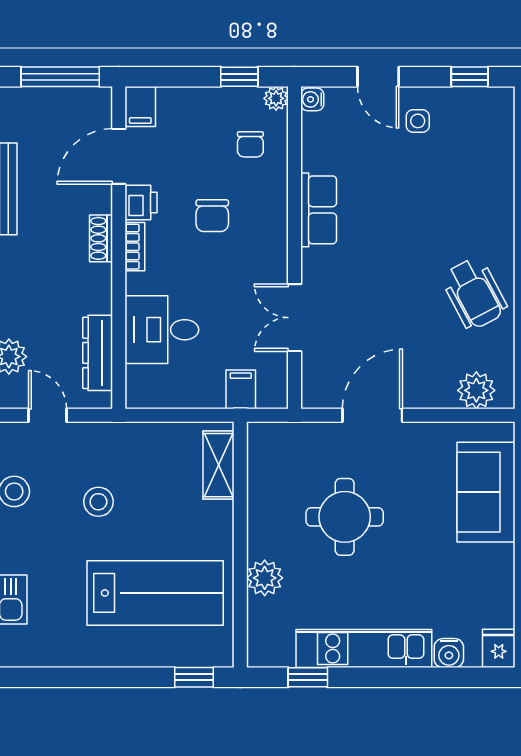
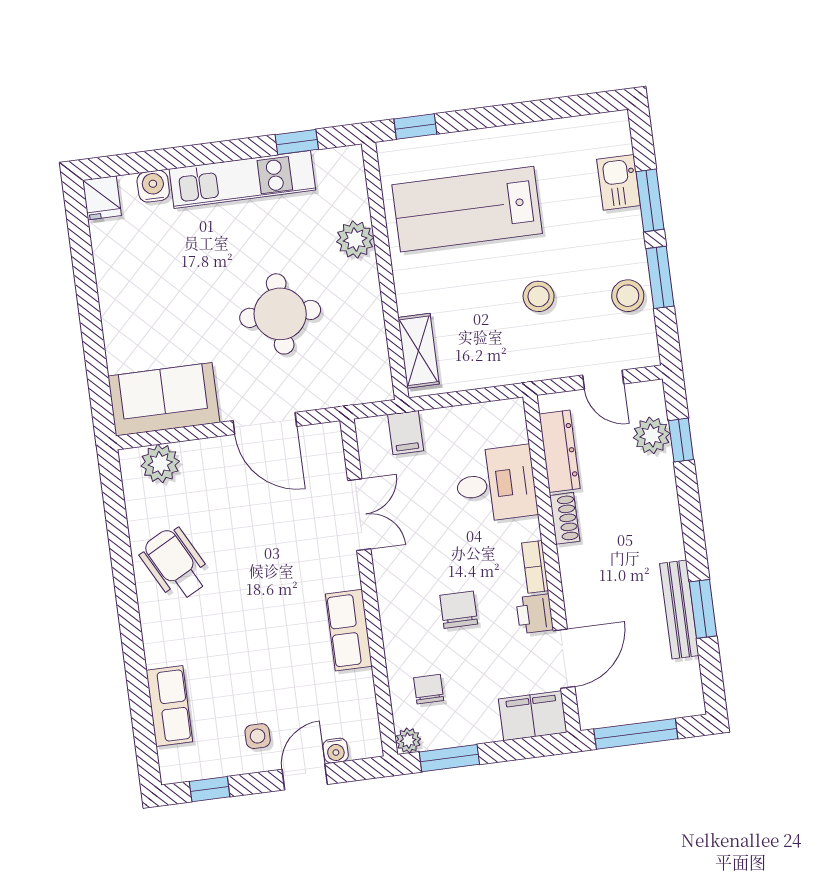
window: (239, 77) -> (449, 758), width x1.50
door: (378, 77) -> (305, 777), hinge flipped
water cooler: (312, 99) -> (336, 751), moved, turned 90
filing cabinet: (140, 106) -> (533, 716), width x2.00
row of seats: (497, 160) -> (169, 706), added
shoe rack: (101, 238) -> (565, 518), moved
door: (372, 415) -> (265, 423), hinge flipped
sofa: (486, 492) -> (164, 399), moved, turned -90

